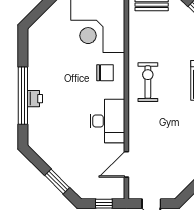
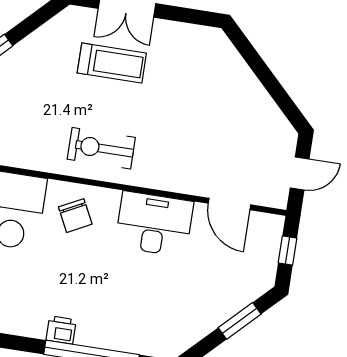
chair: (105, 73) -> (75, 216), turned 153
printer: (35, 99) -> (61, 330), moved

